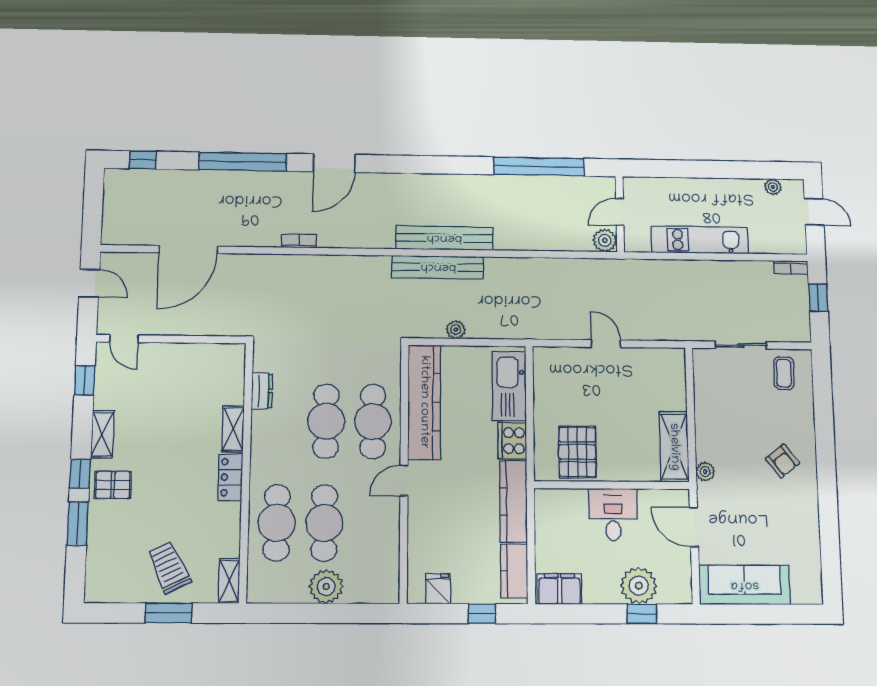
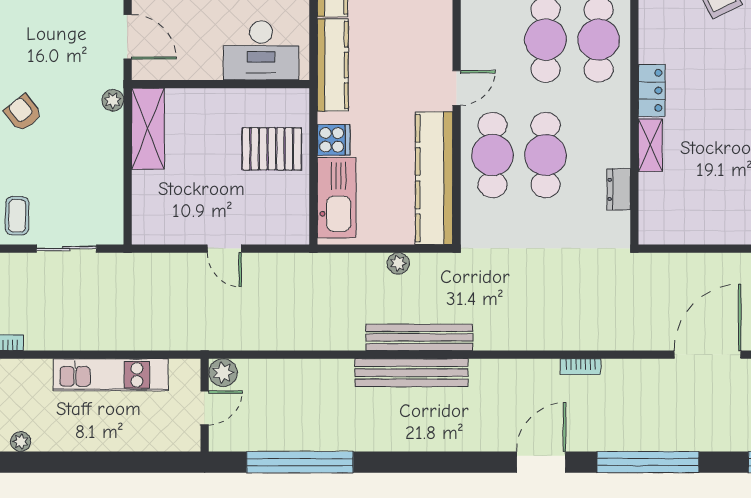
cooker: (512, 441) -> (334, 140), width x0.73
pallet: (577, 452) -> (272, 149), moved, turned 90
desk: (613, 515) -> (261, 50), moved, width x1.37

